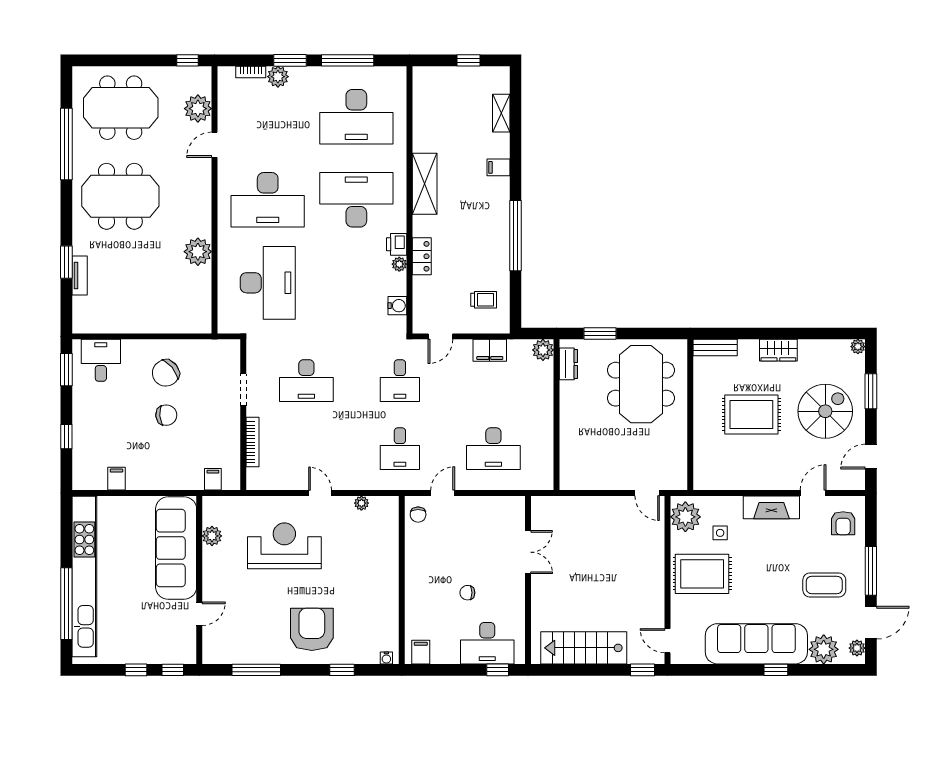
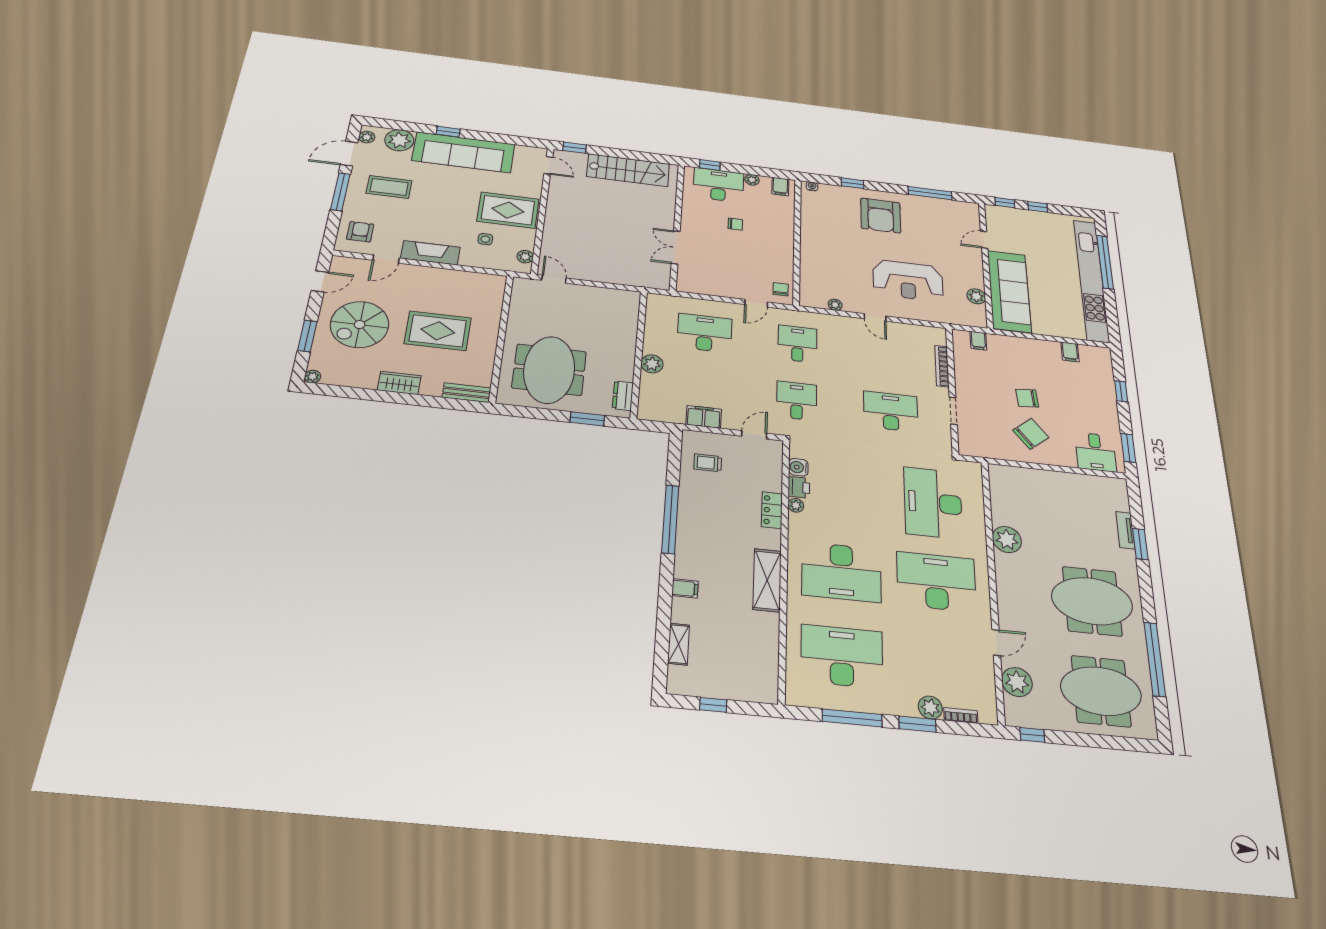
printer: (397, 244) -> (799, 487), moved
plant: (543, 350) -> (652, 364), moved
plant: (685, 517) -> (525, 257), width x0.53, depth x0.53
plant: (452, 656) -> (752, 180), added

